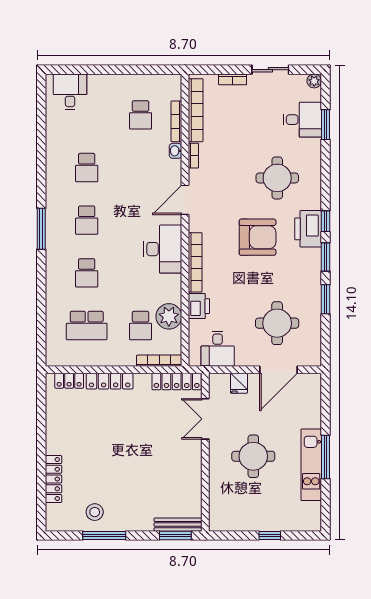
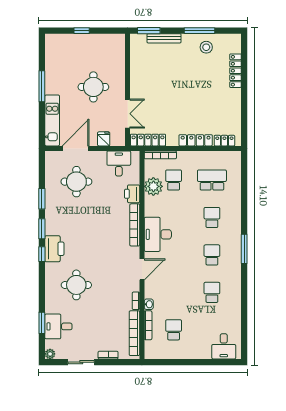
armchair: (258, 237) -> (90, 243), removed
kitchen unit: (311, 465) -> (52, 120), moved
bench: (178, 525) -> (164, 38), moved

